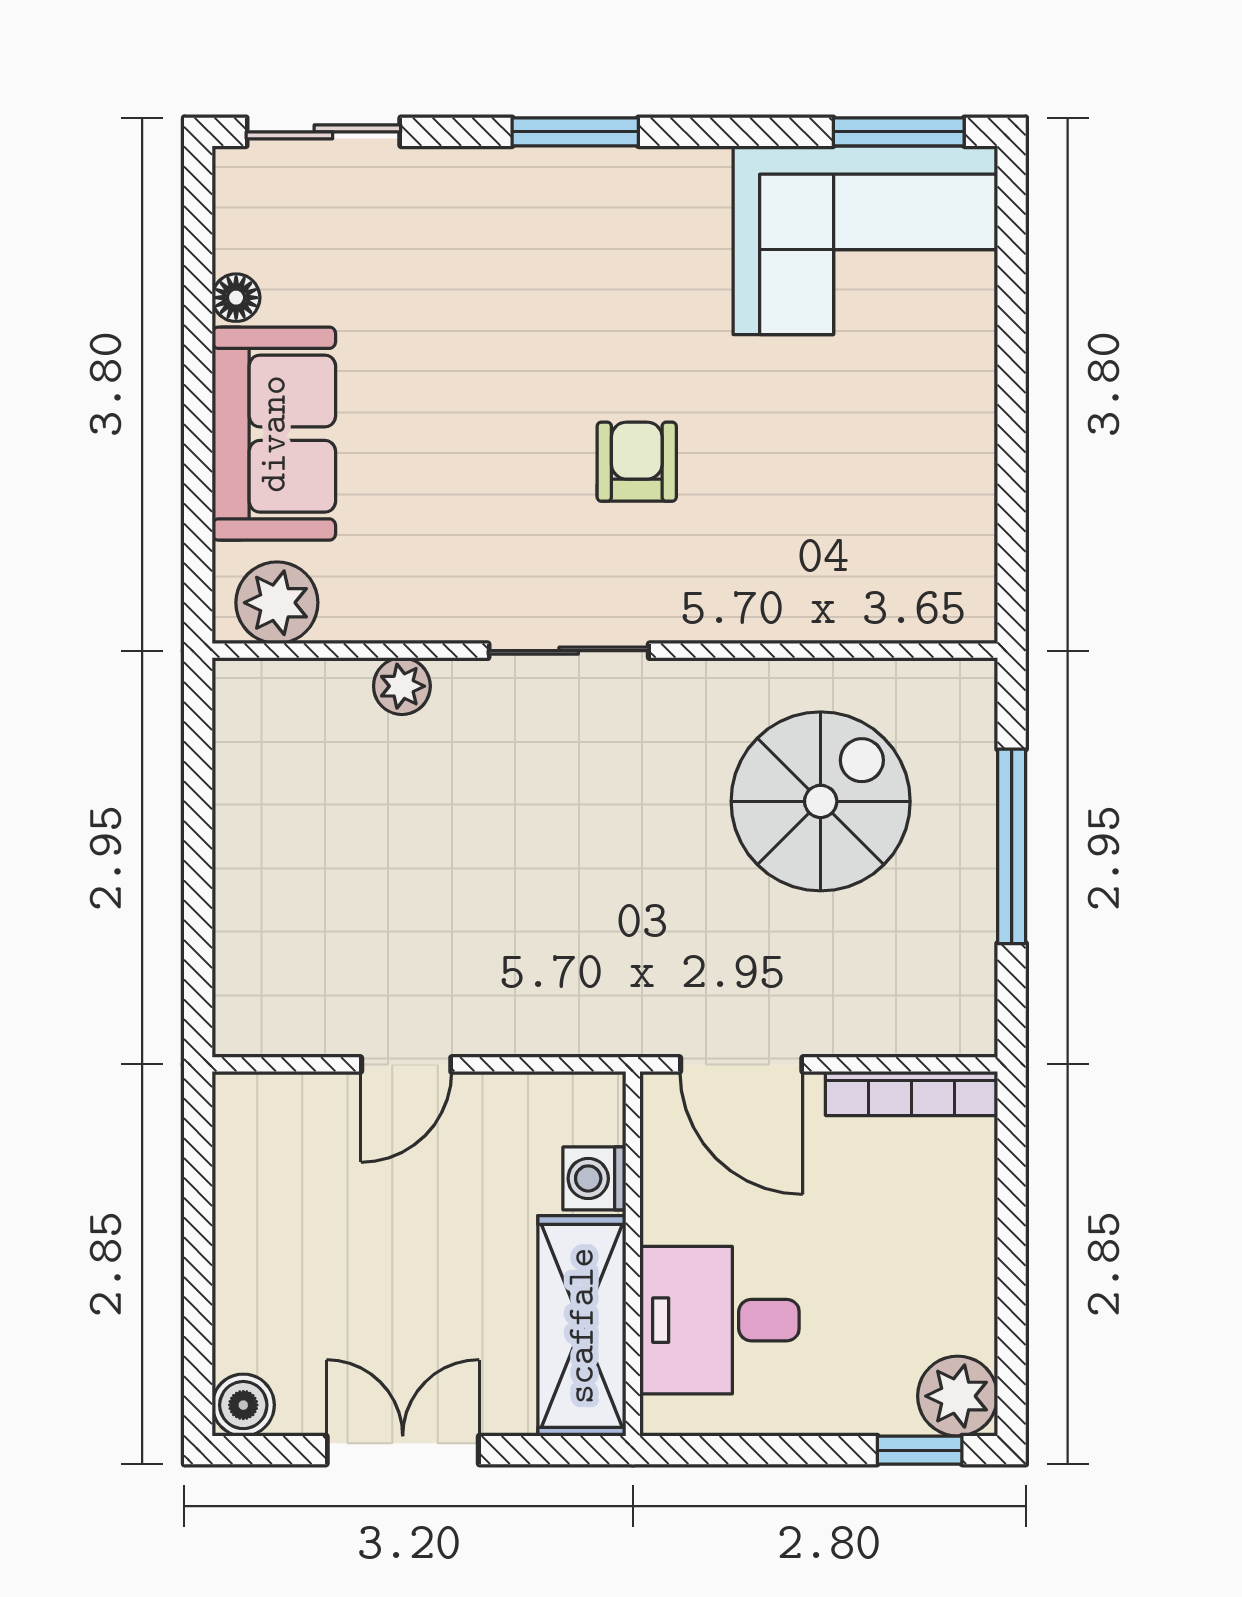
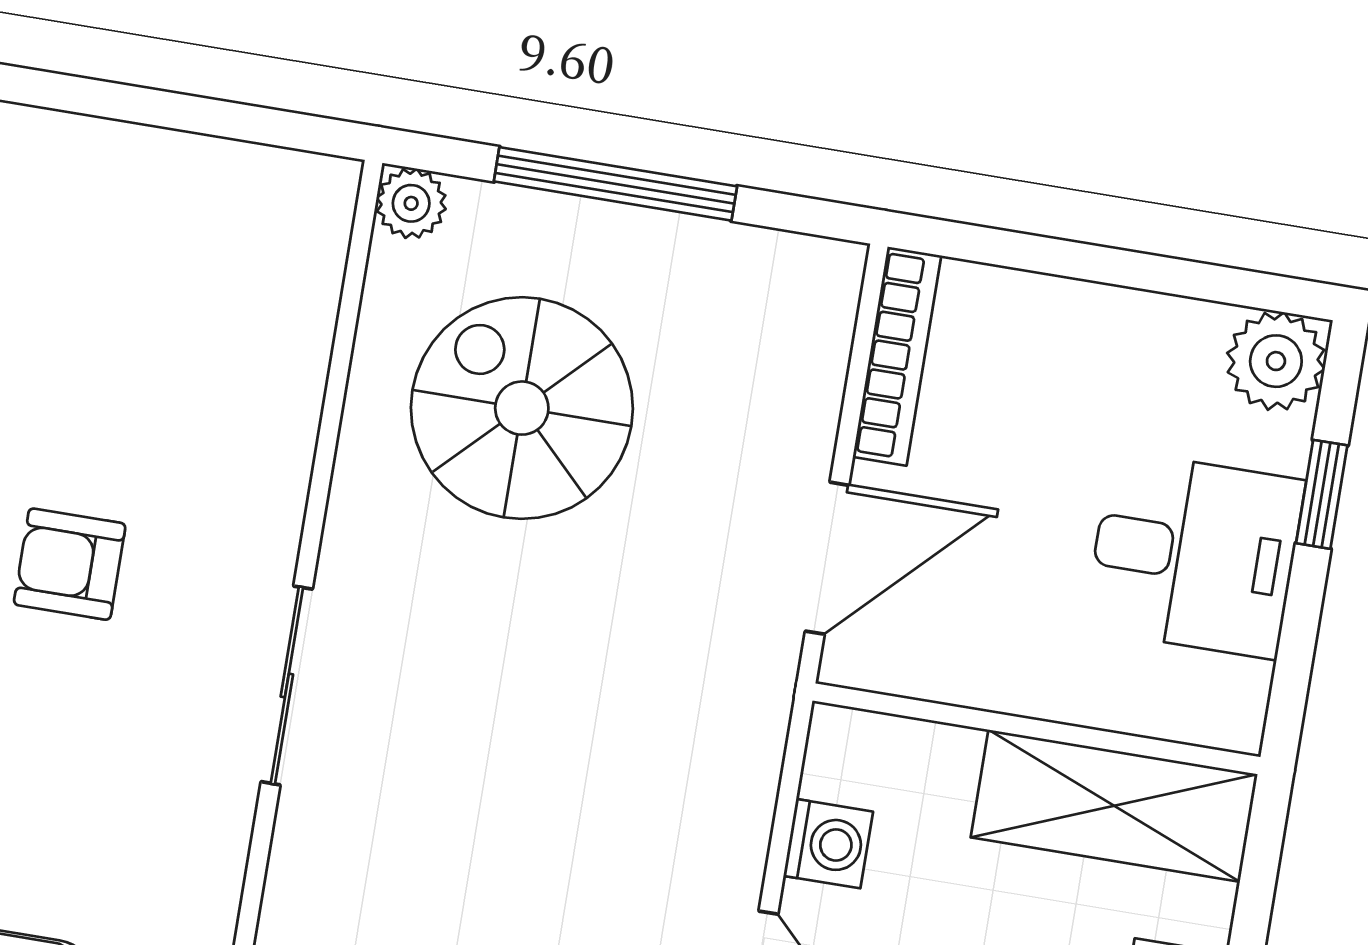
plant: (402, 686) -> (411, 203), moved
washing machine: (594, 1178) -> (828, 844), moved, turned -90
desk: (720, 1320) -> (1194, 555), moved, turned -90
window: (920, 1450) -> (1322, 494), moved

